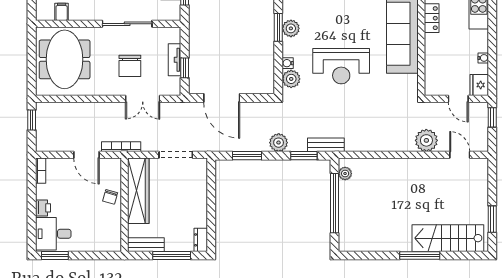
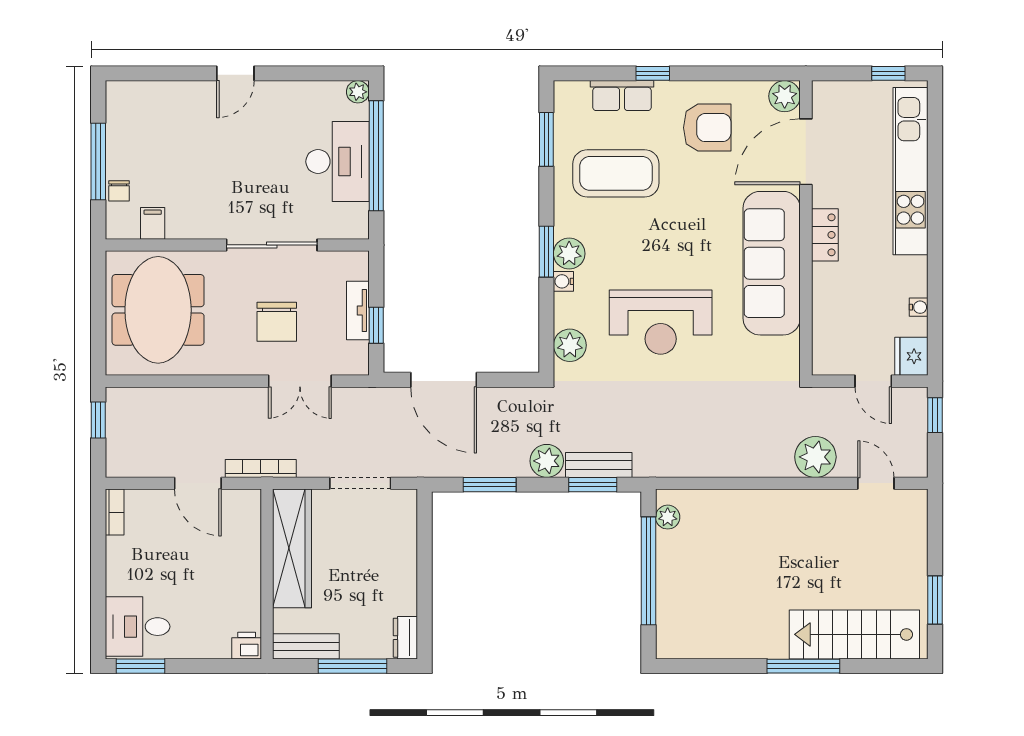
water cooler: (288, 63) -> (563, 281), moved
bench: (326, 145) -> (599, 465), moved
chair: (110, 197) -> (241, 560), removed
printer: (43, 208) -> (247, 646), moved, turned -90

